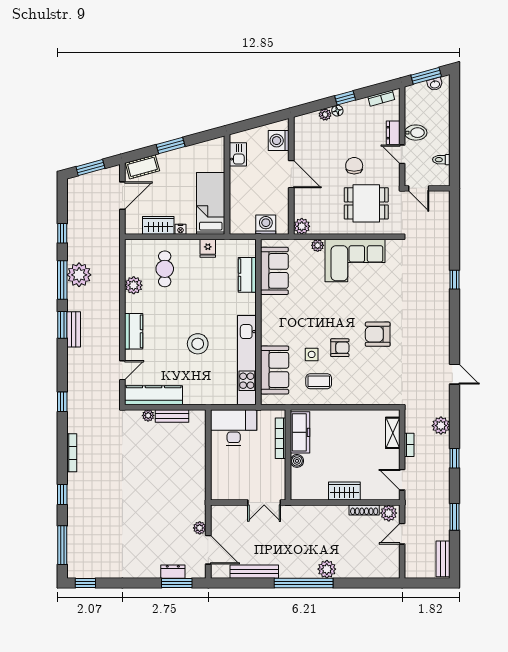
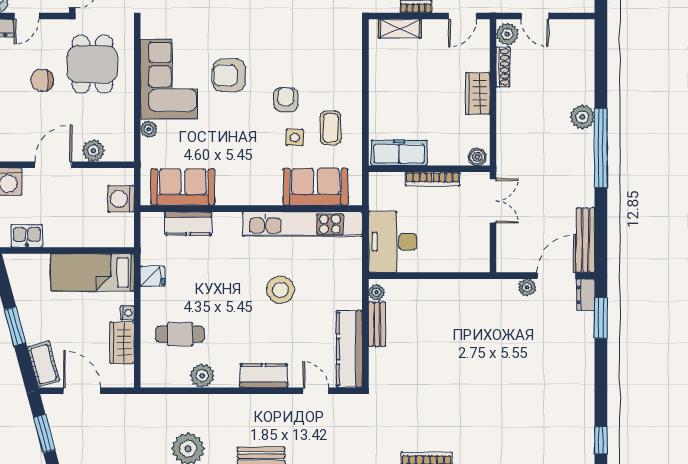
plant: (302, 226) -> (93, 151), moved
armchair: (378, 334) -> (229, 75), moved, turned 90
plant: (148, 415) -> (376, 292), moved
bookcase: (280, 438) -> (433, 179), moved
boiler: (297, 461) -> (477, 157), moved
dresser: (173, 572) -> (586, 295), moved
bench: (254, 572) -> (586, 240), moved

